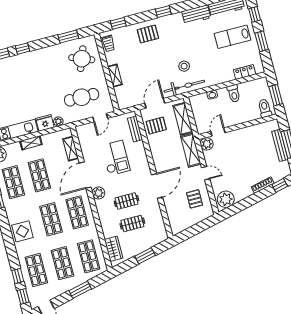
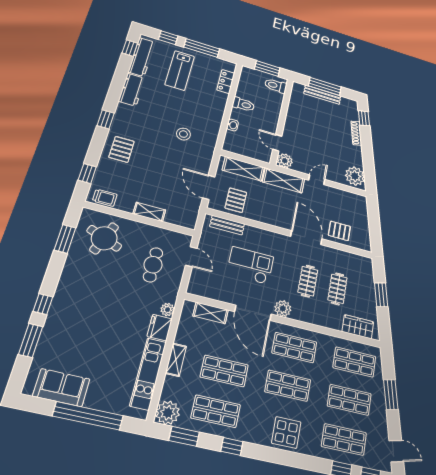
window: (262, 41) -> (202, 48), width x1.44
bicycle: (184, 86) -> (207, 147), removed
cafe table: (82, 97) -> (153, 265), width x0.73, depth x0.74
pallet: (195, 199) -> (339, 231), moved

